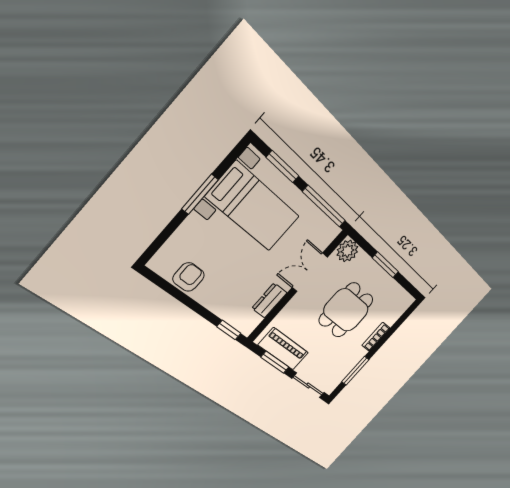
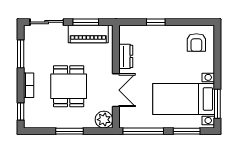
window: (200, 194) -> (217, 104), moved
armchair: (189, 277) -> (196, 43), moved
window: (404, 317) -> (21, 112), added
window: (229, 330) -> (156, 22), moved

